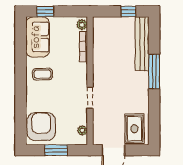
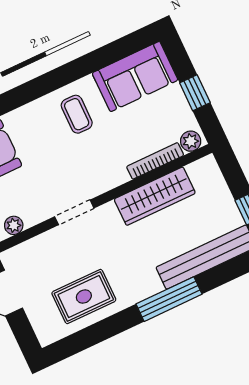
window: (45, 11) -> (195, 93), moved
wardrobe: (101, 55) -> (155, 196), added
rug: (134, 129) -> (84, 297), moved

